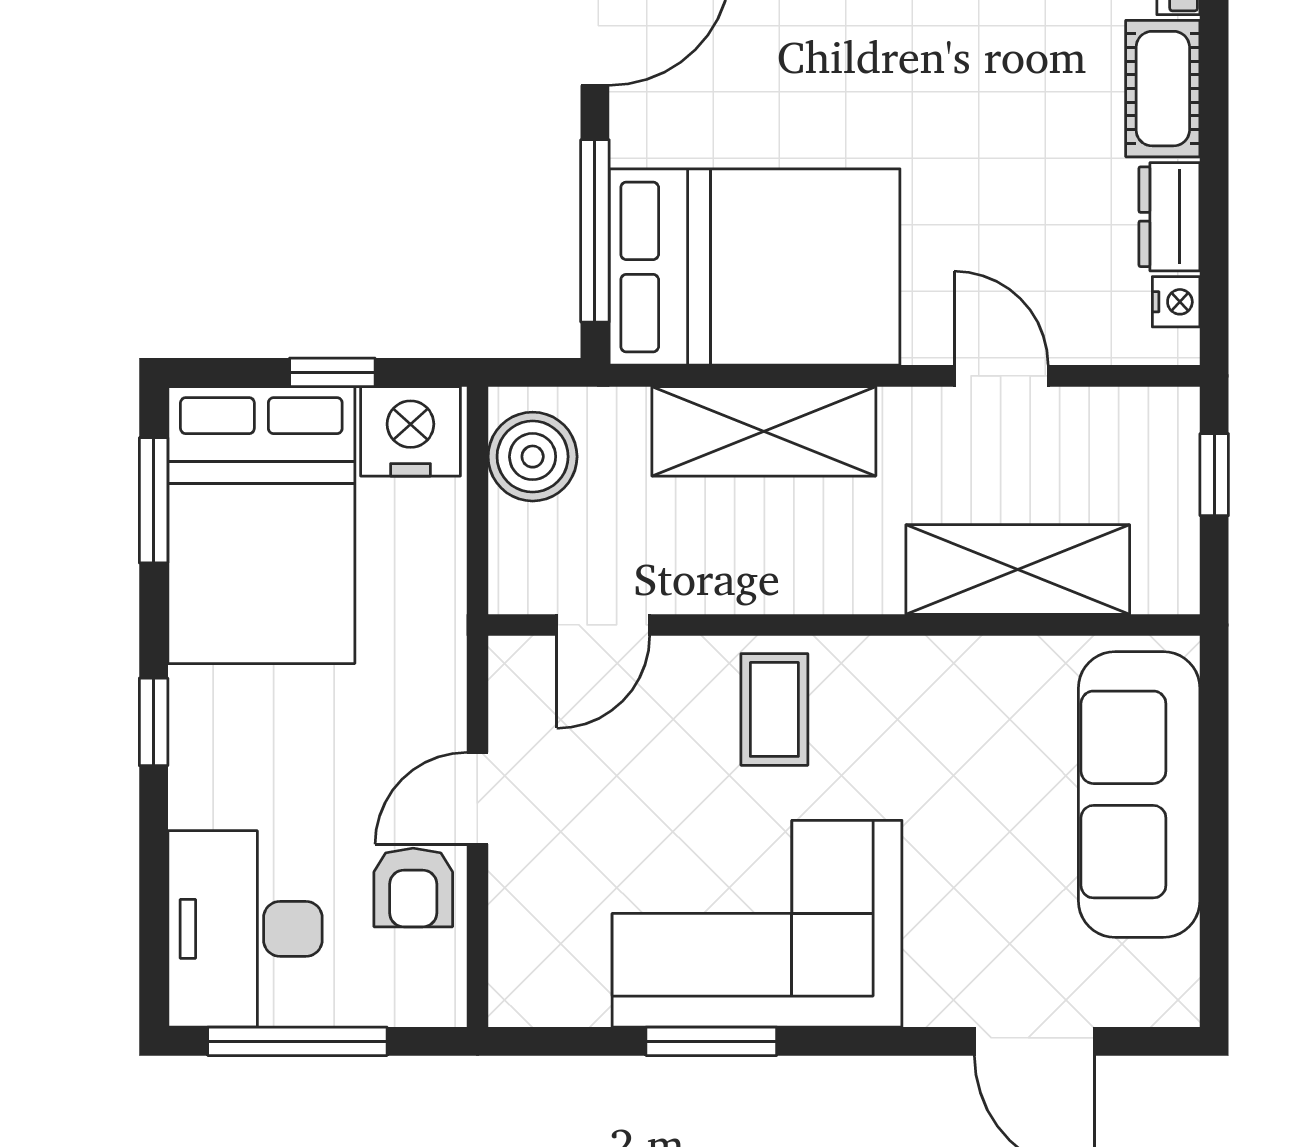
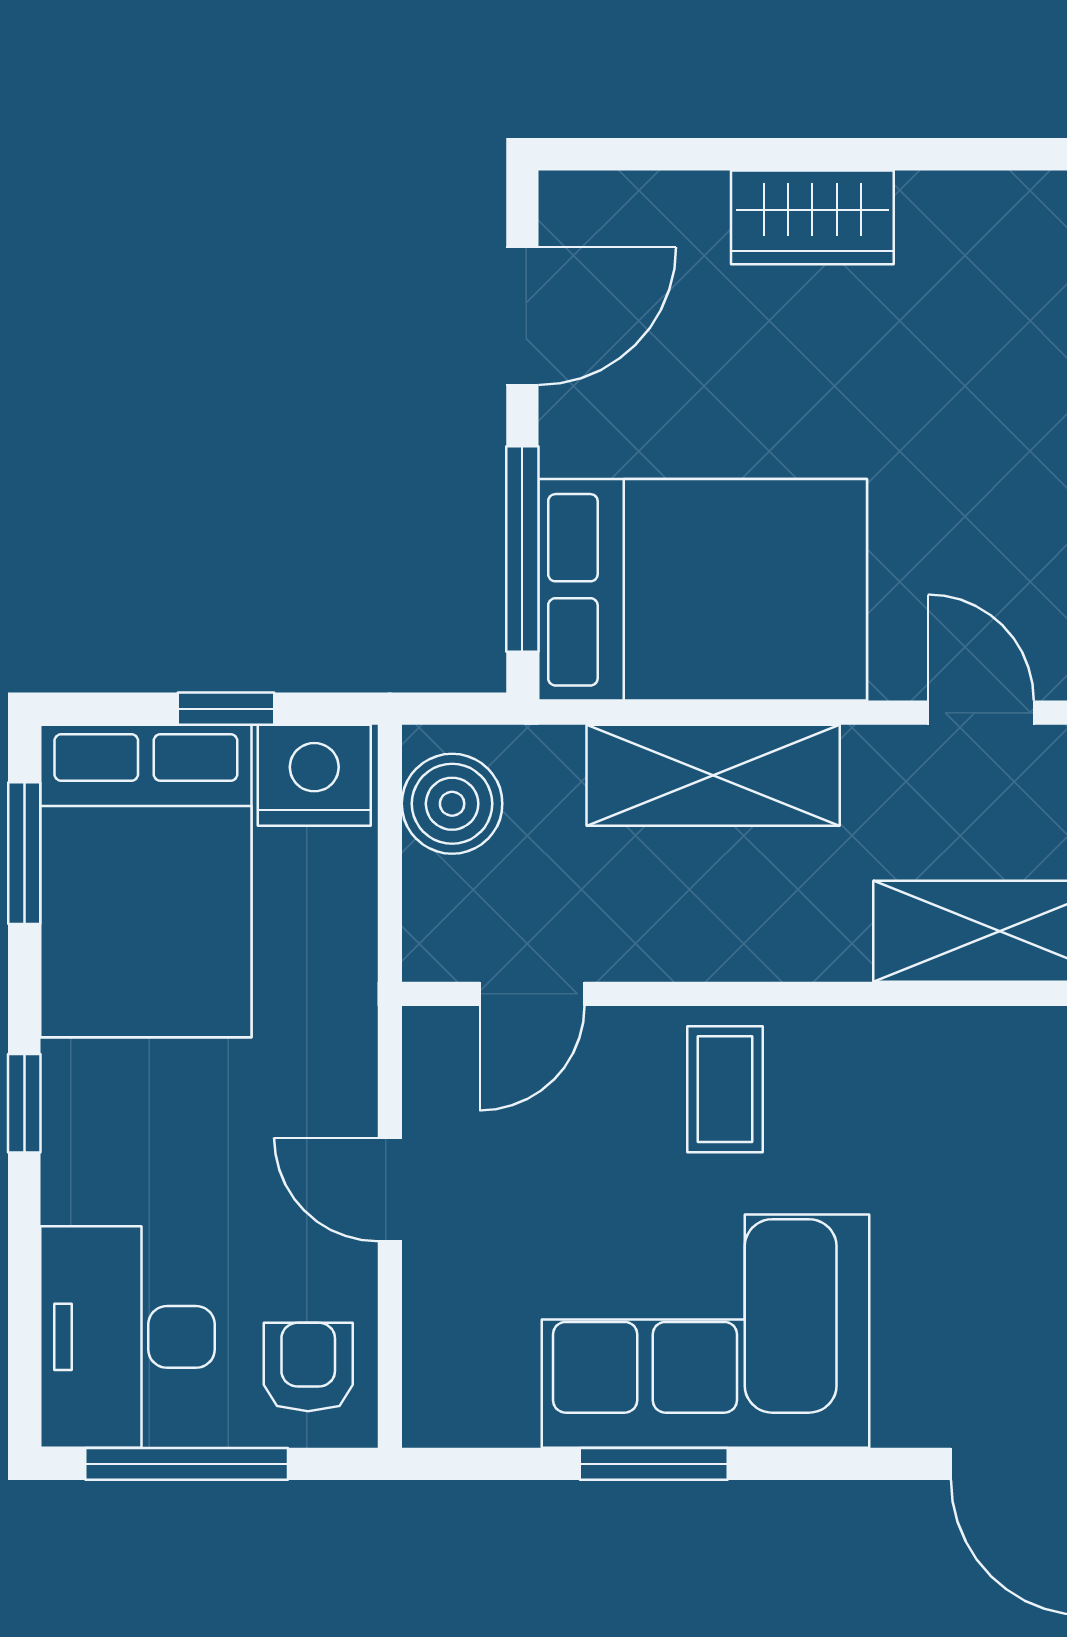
door: (477, 798) -> (390, 1190), hinge flipped
armchair: (413, 888) -> (308, 1367), moved, turned 180

